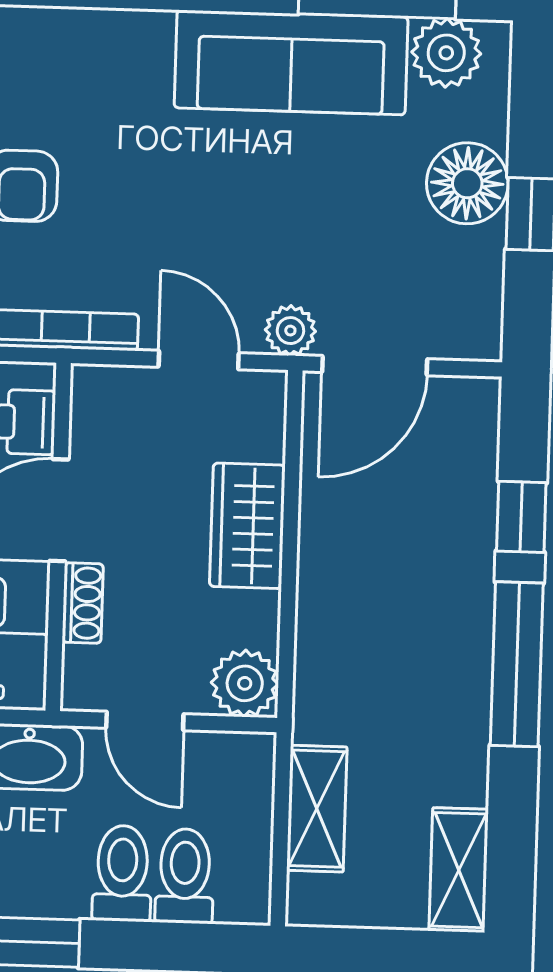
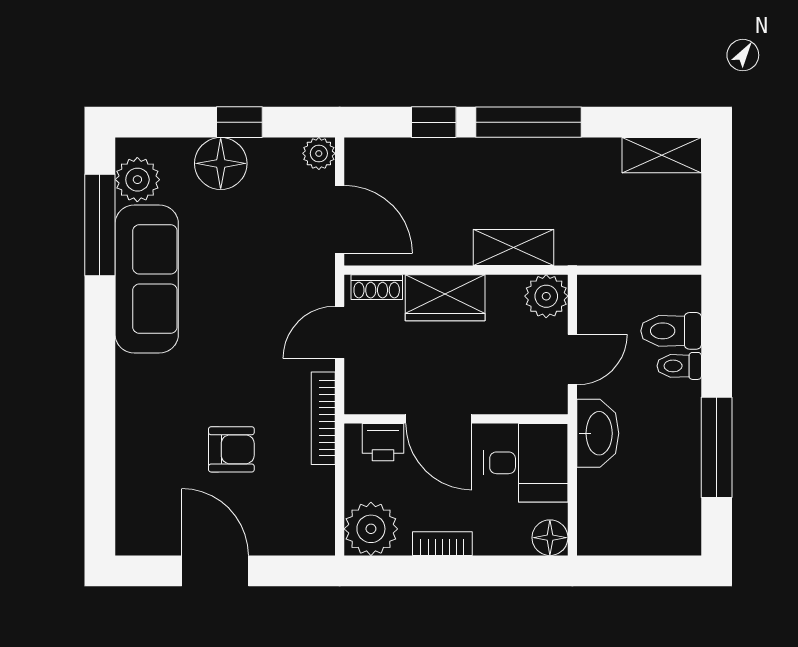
plant: (290, 331) -> (319, 153), moved
shoe rack: (83, 603) -> (377, 287), moved, turned 180
shelving: (317, 809) -> (513, 247), moved
toilet: (122, 873) -> (679, 366), width x0.73, depth x0.72

